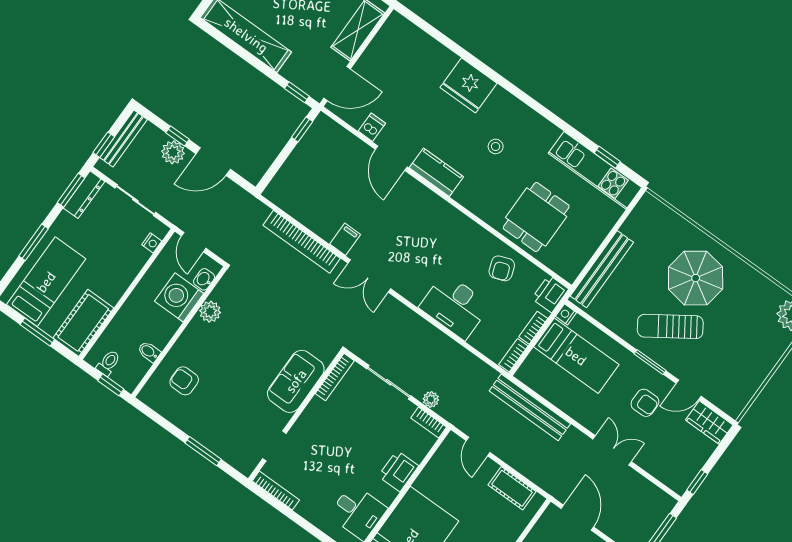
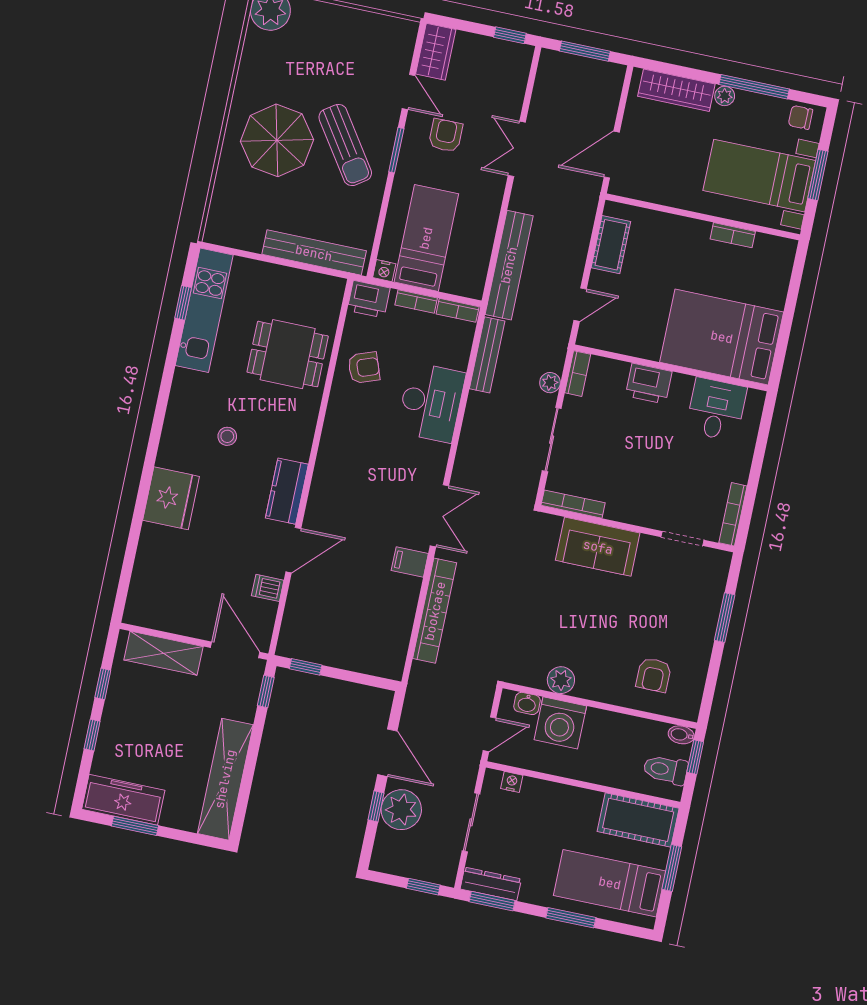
bench: (123, 139) -> (487, 355), moved, turned 90
plant: (173, 152) -> (401, 810), width x1.36, depth x1.36
bidet: (149, 352) -> (681, 735), moved, turned 90
toilet: (108, 363) -> (665, 770), width x1.37, depth x1.39

